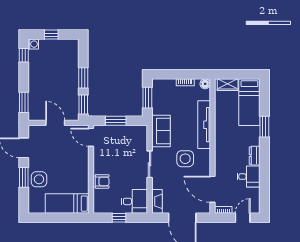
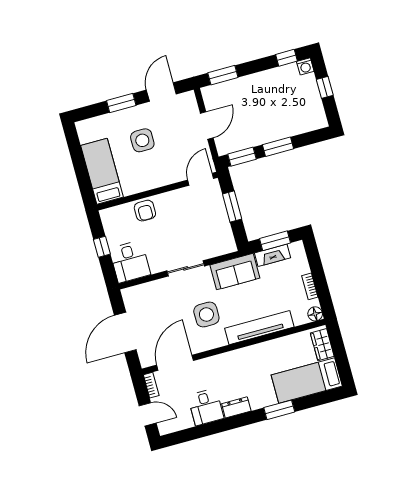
side table: (39, 179) -> (142, 140), moved
fireplace: (157, 201) -> (273, 255), moved

